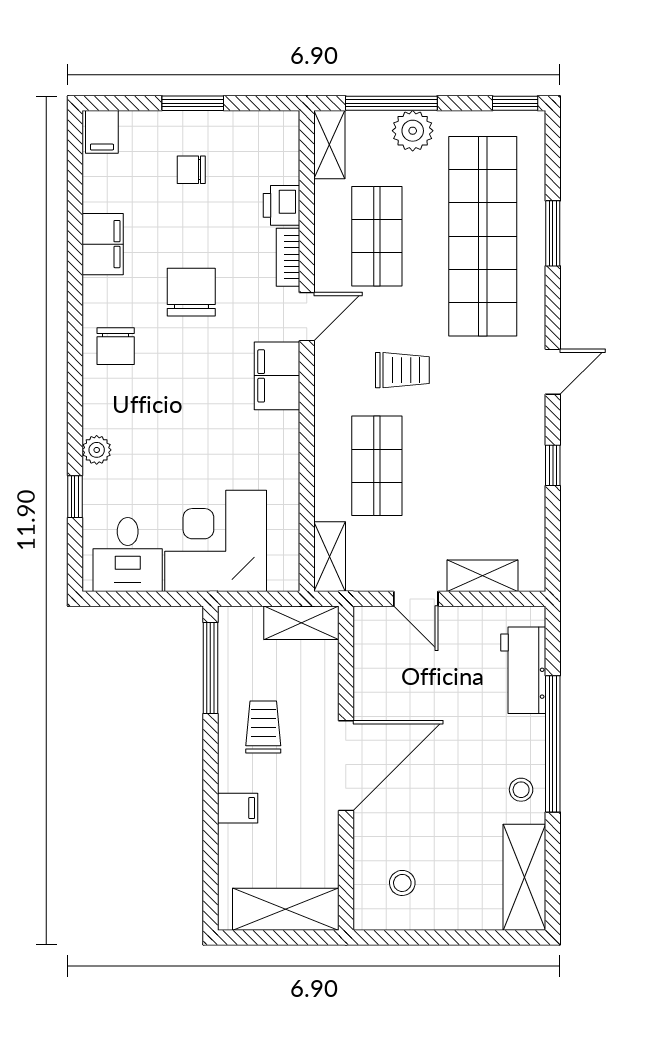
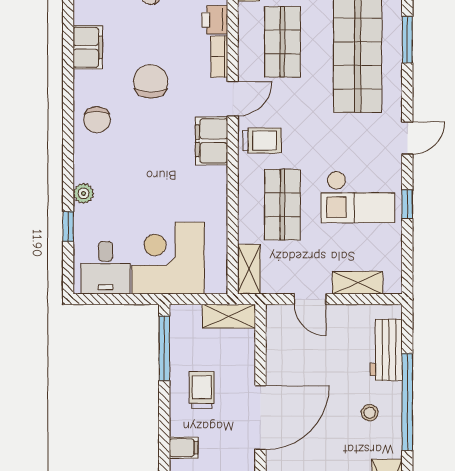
trolley: (402, 370) -> (262, 141), moved
checkout: (483, 455) -> (358, 197), added
stool: (521, 790) -> (370, 413), moved

